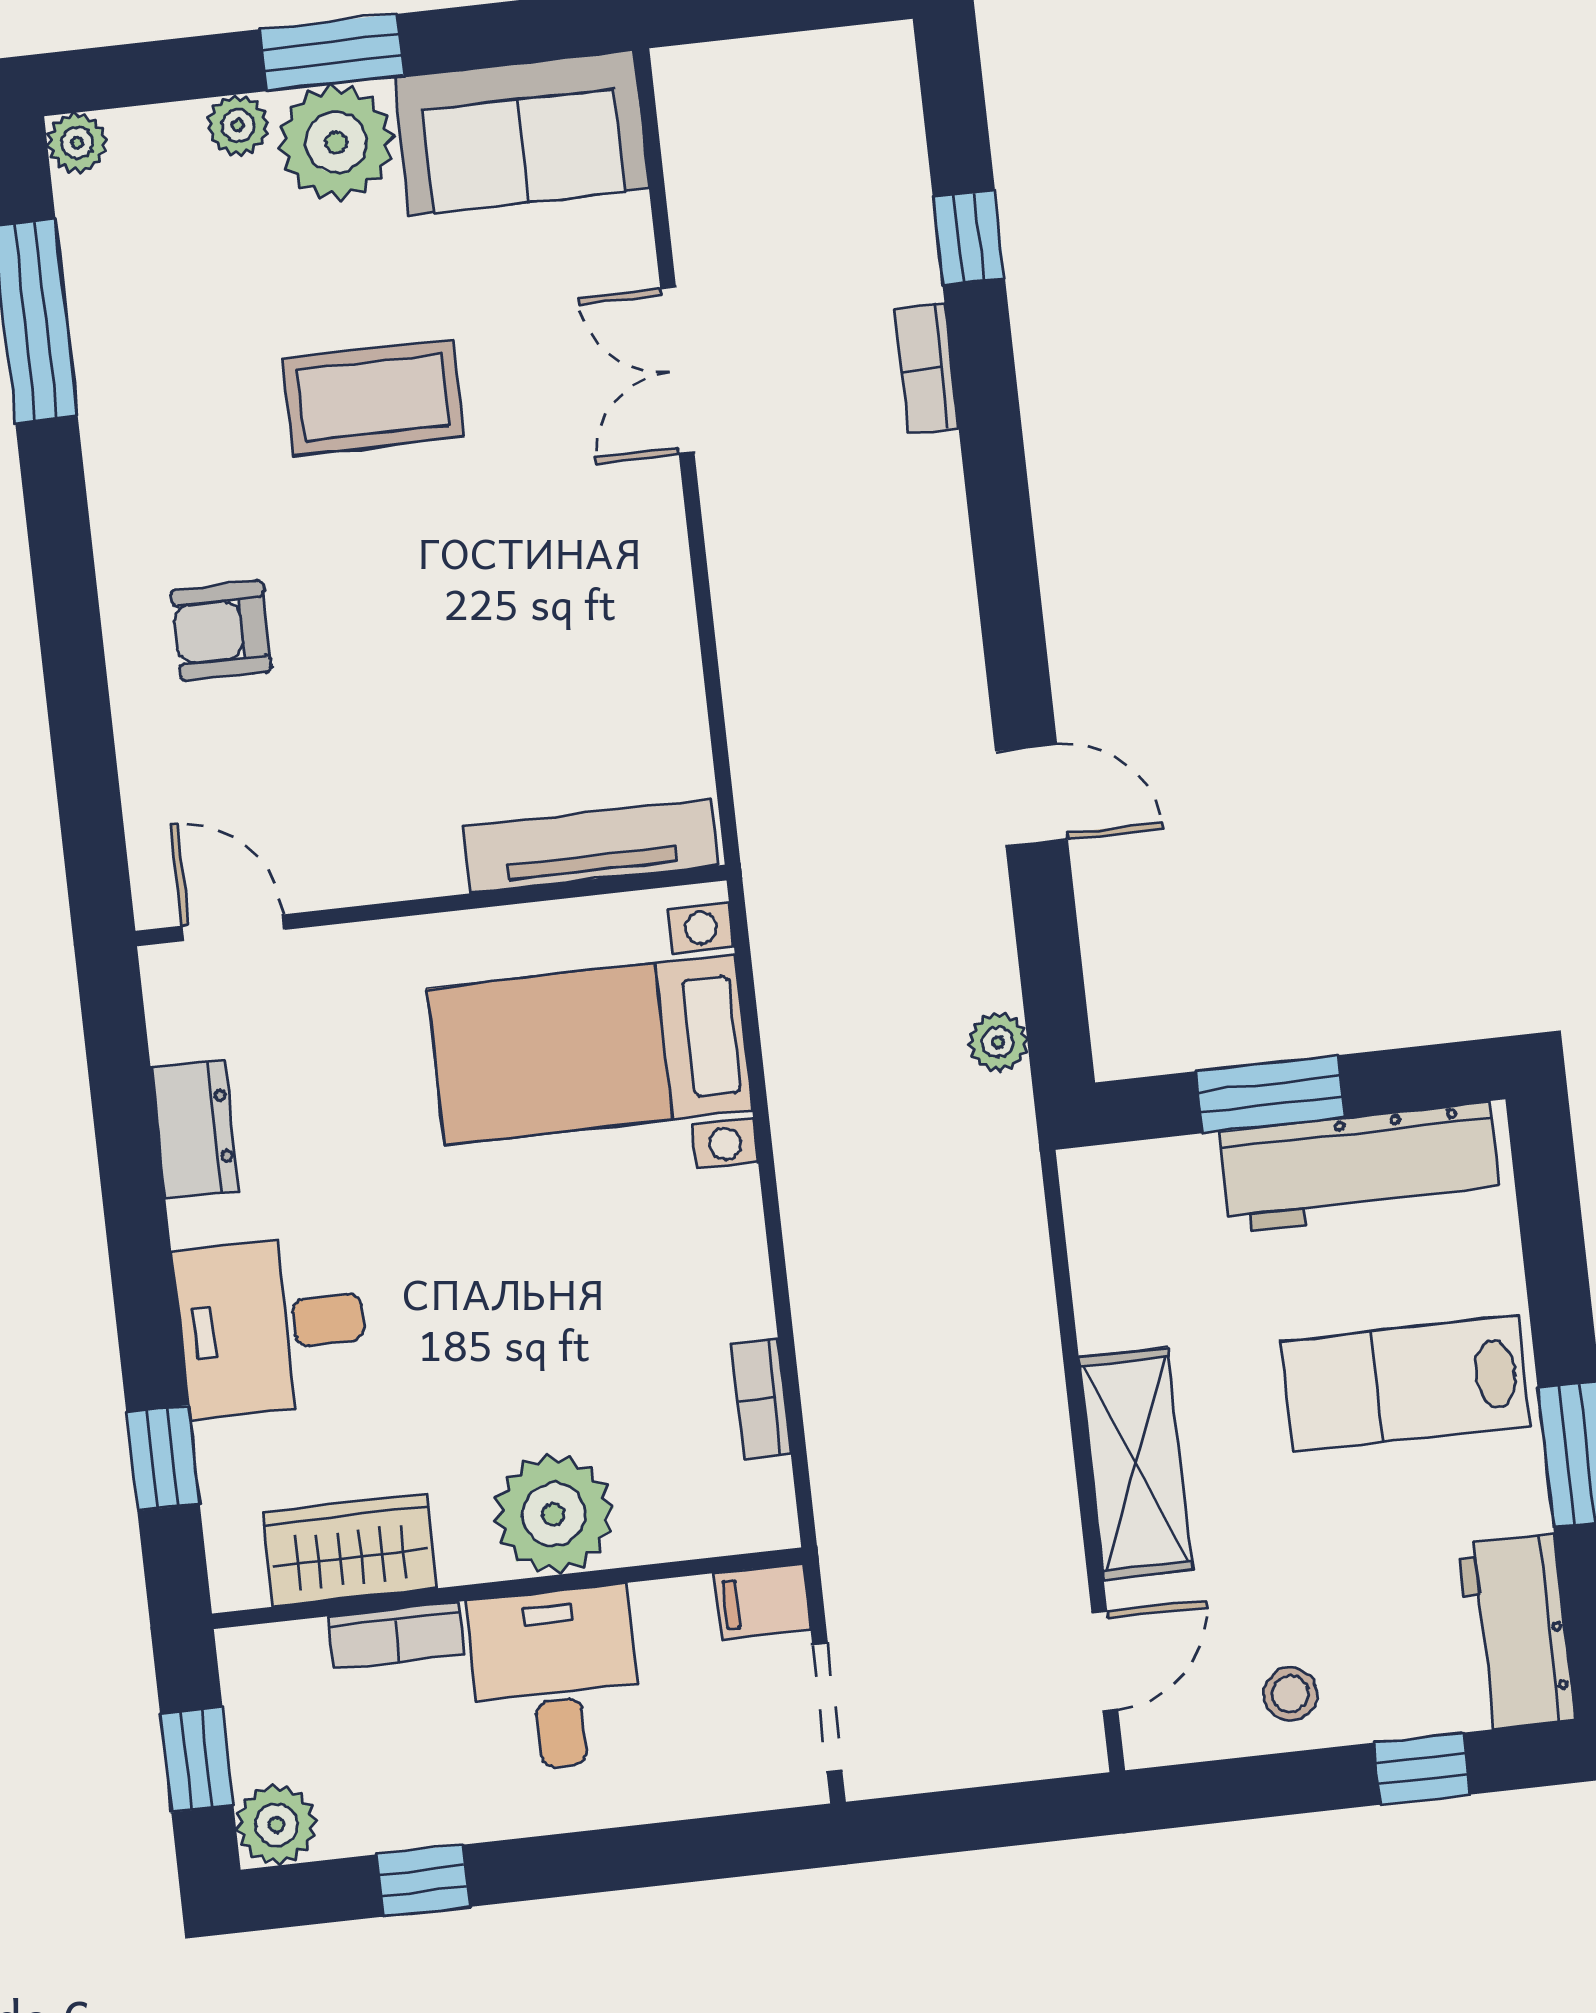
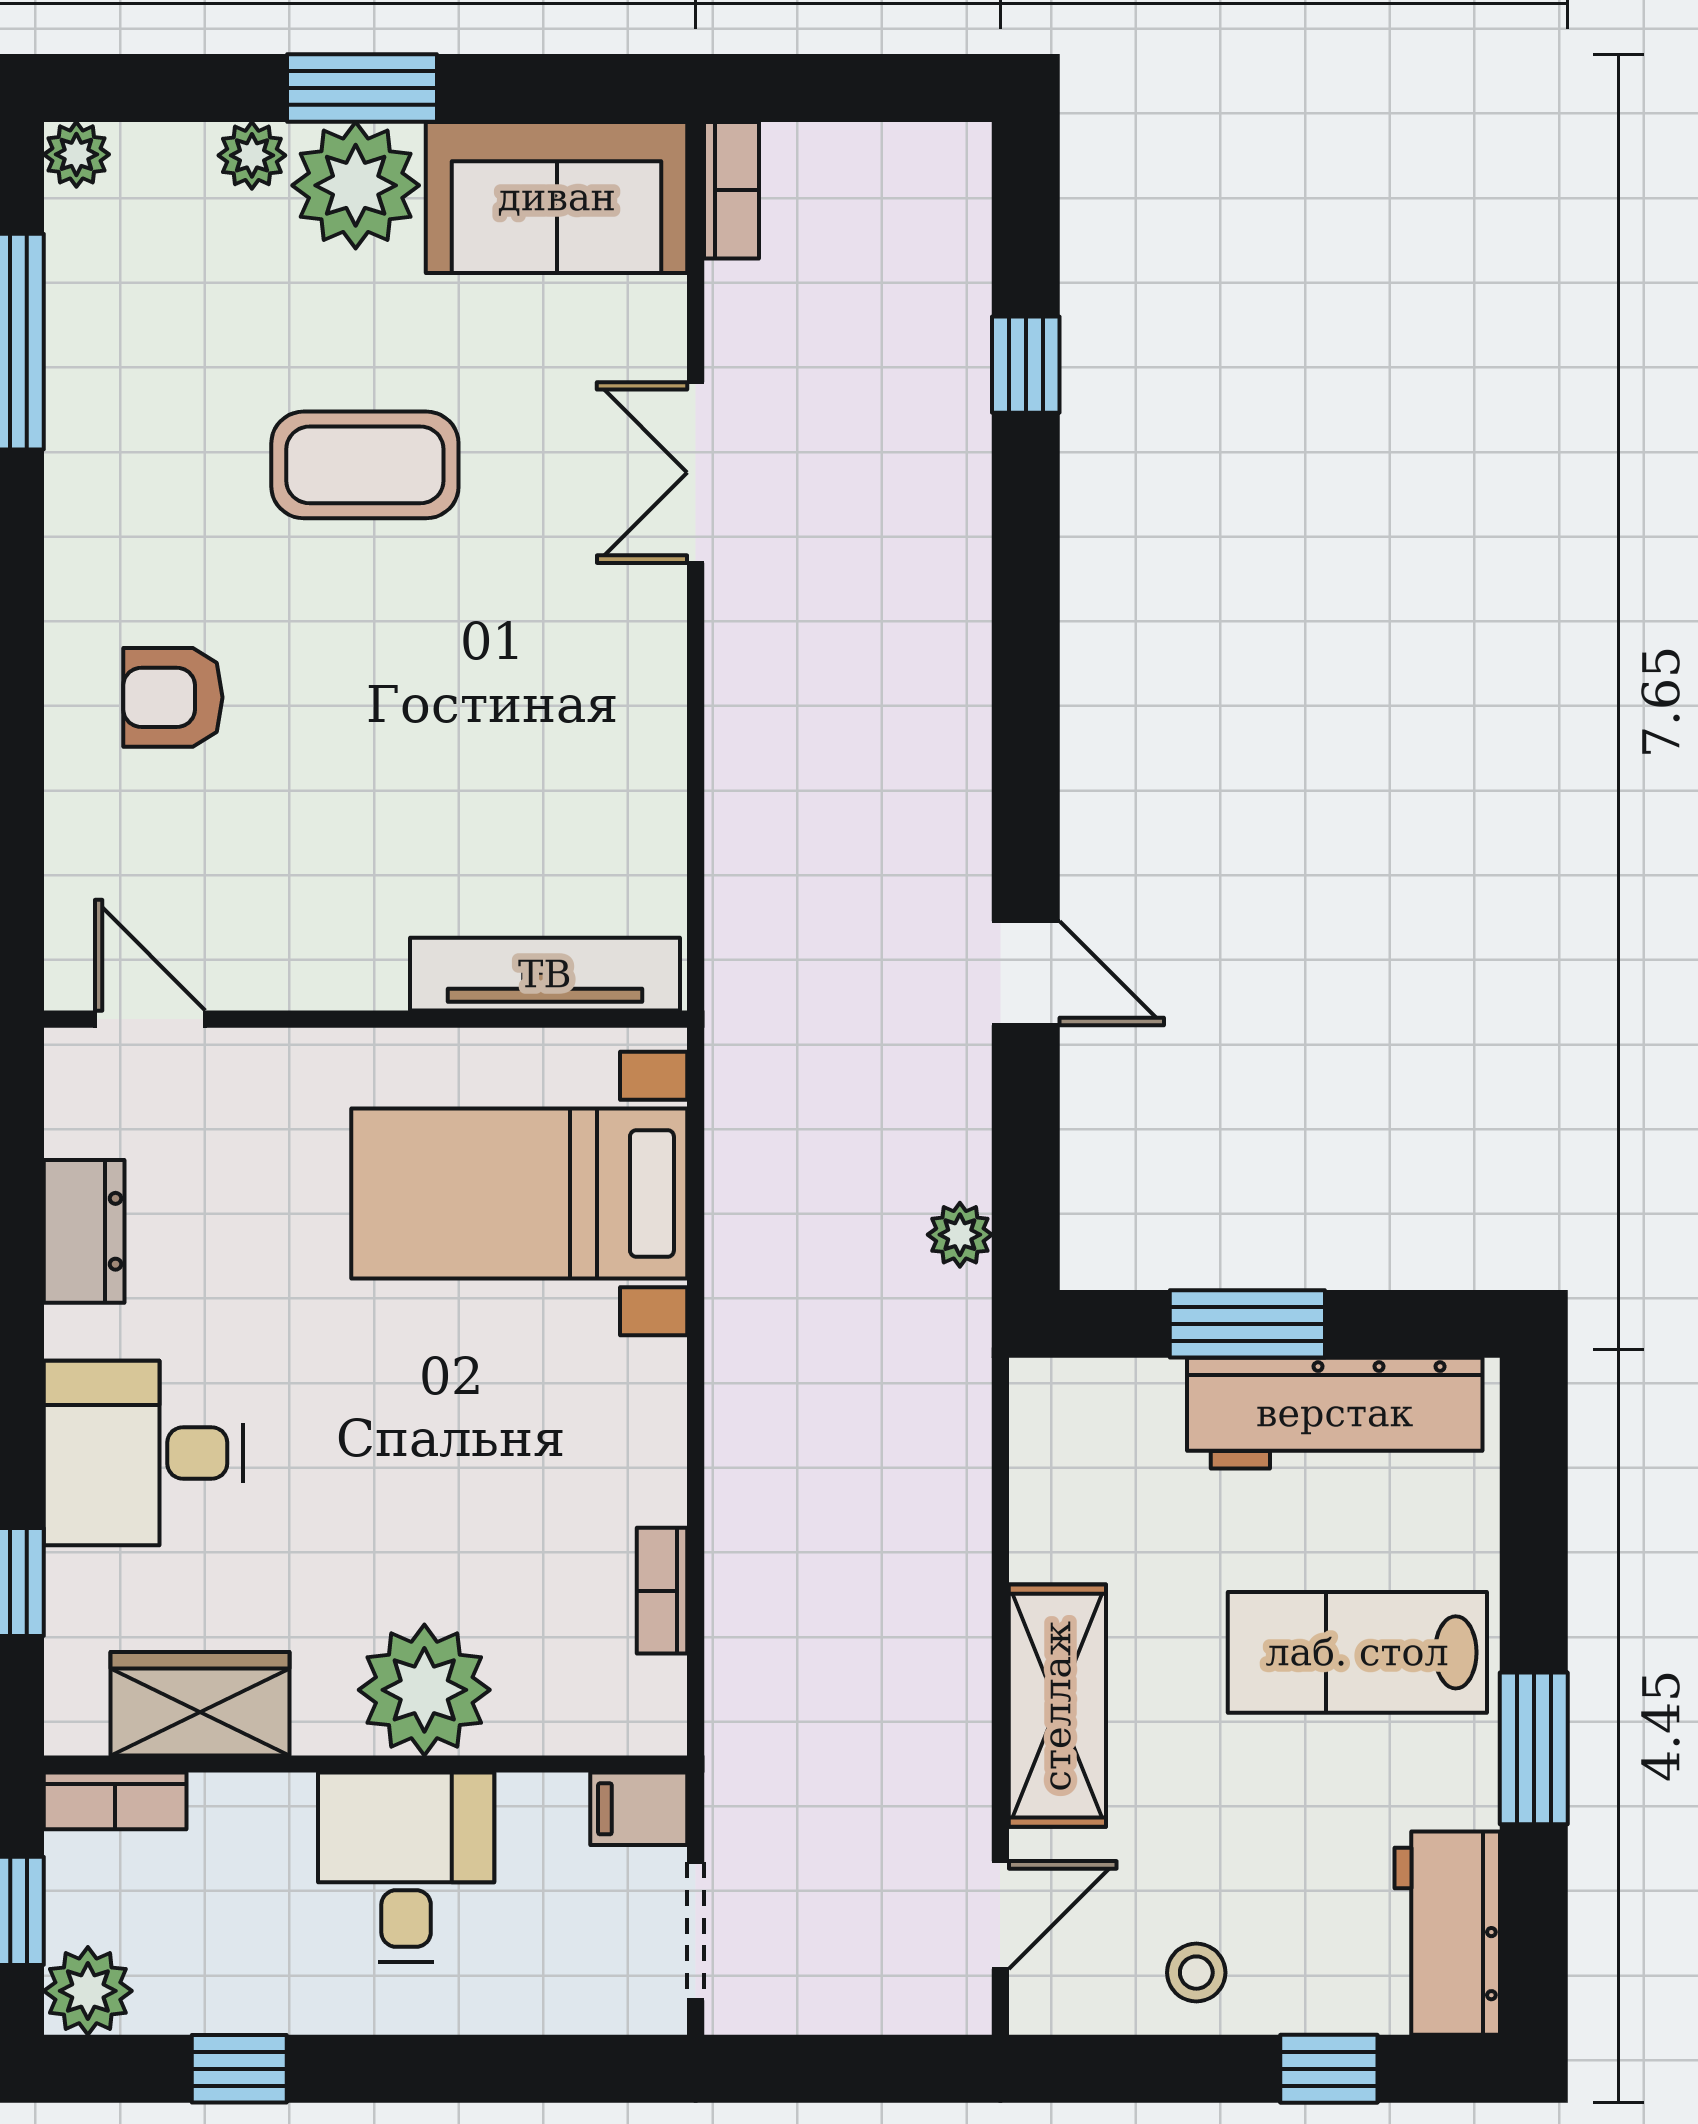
bookcase: (927, 369) -> (732, 190), moved, turned 180
bookcase: (396, 1635) -> (115, 1801), moved

